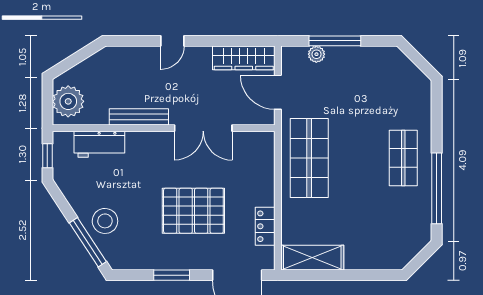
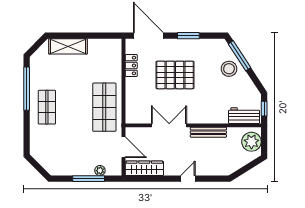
workbench: (99, 144) -> (244, 116), moved
shelving: (312, 258) -> (68, 46), moved

